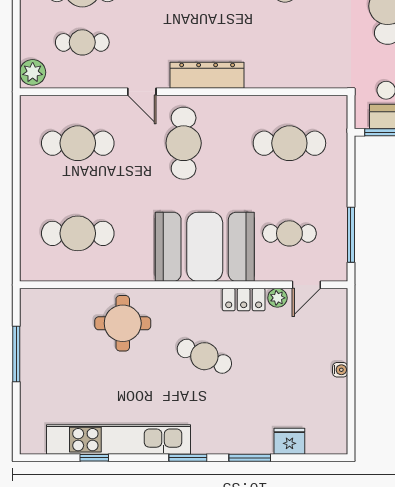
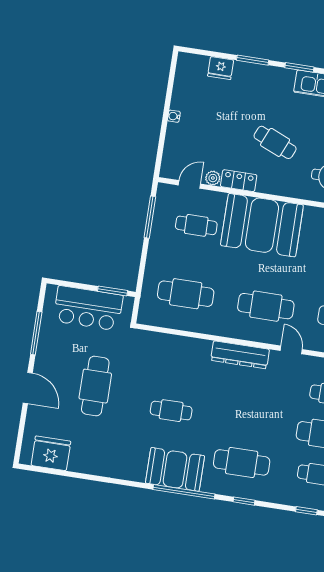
cafe table: (184, 143) -> (266, 306), turned 90

